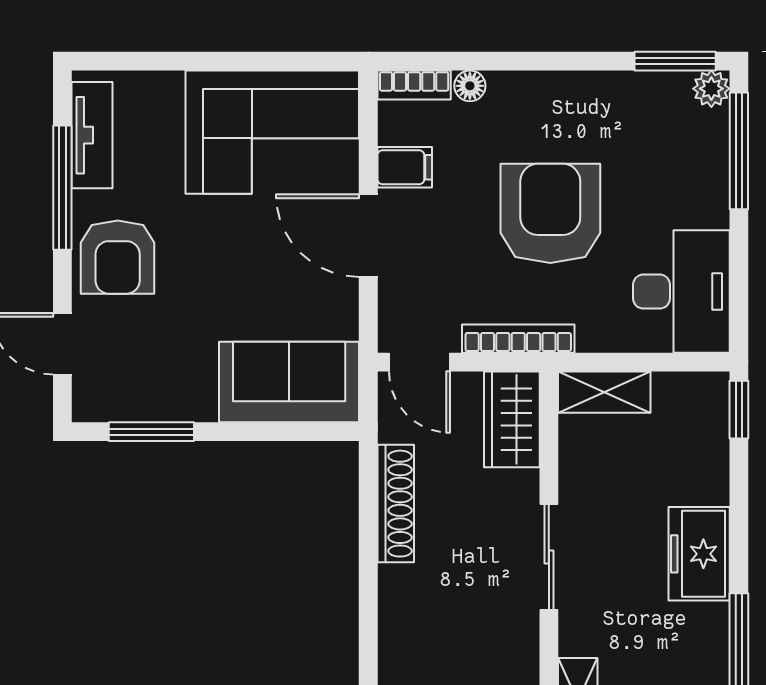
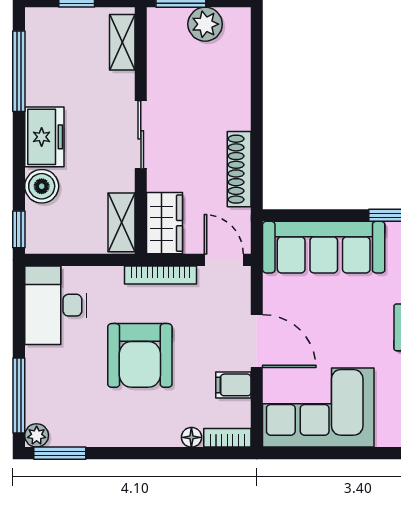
sofa: (289, 382) -> (324, 247), width x1.36
shelving: (604, 392) -> (122, 222), moved, turned 90
boiler: (703, 477) -> (42, 186), added

